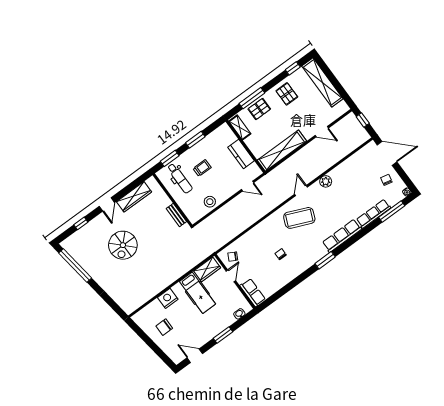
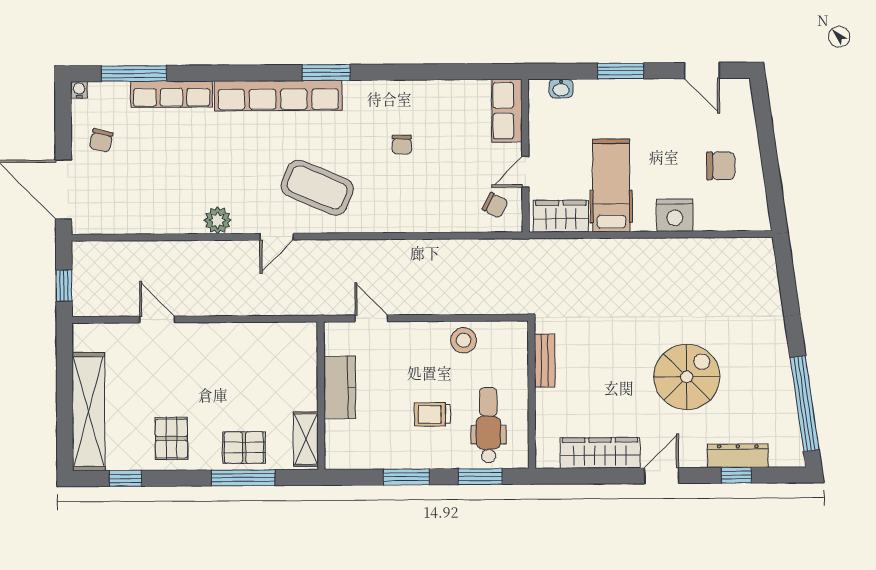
shelving: (282, 151) -> (258, 338), removed
dresser: (85, 231) -> (738, 456), added
row of seats: (342, 236) -> (278, 96), width x1.36

